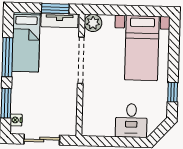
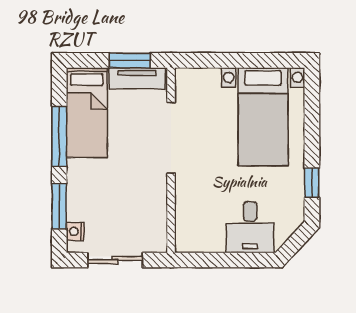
plant: (93, 23) -> (188, 81), removed

